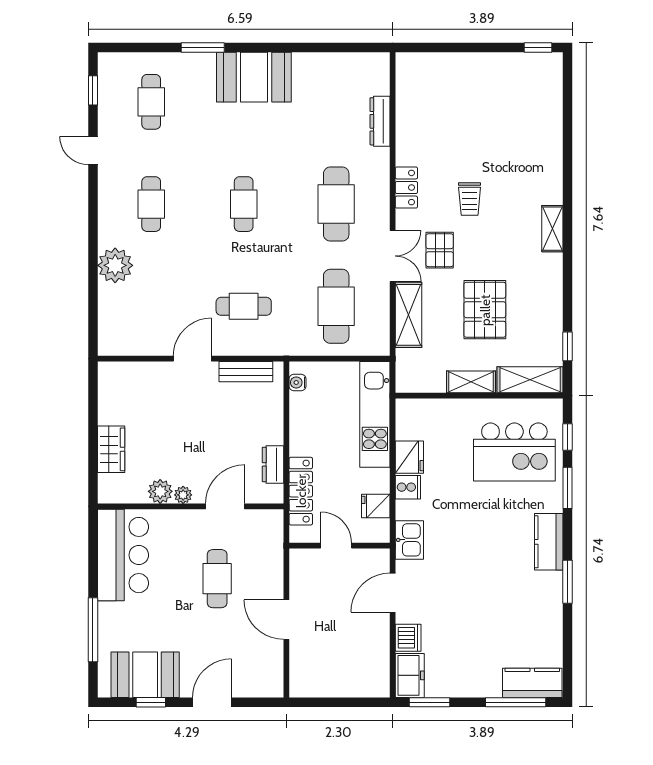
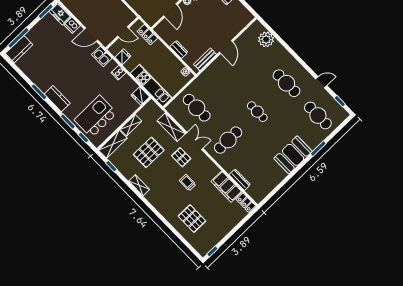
cafe table: (151, 102) -> (318, 115), width x1.37, depth x1.35
filing cabinet: (412, 131) -> (226, 187), added
pallet: (519, 133) -> (192, 219), added
locker: (406, 188) -> (246, 203), moved
cafe table: (151, 204) -> (286, 83), width x1.37, depth x1.35
cafe table: (336, 204) -> (228, 140), turned 90
shelving: (552, 229) -> (139, 185), moved
double door: (393, 256) -> (194, 141), swing flipped
plant: (115, 265) -> (266, 39), moved
cafe table: (244, 306) -> (226, 79), removed
pallet: (485, 310) -> (149, 152), turned 90
fridge: (409, 457) -> (140, 96), moved
dresser: (273, 464) -> (179, 49), moved
locker: (301, 491) -> (147, 35), width x0.66
door: (393, 593) -> (91, 35), swing flipped

